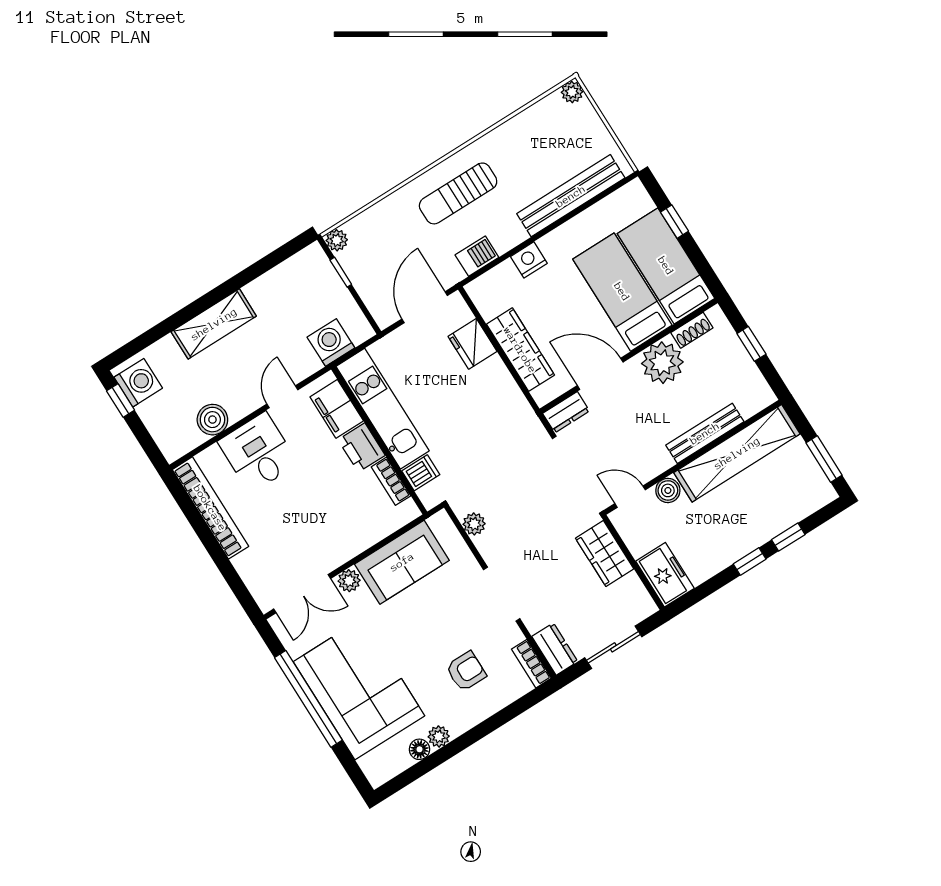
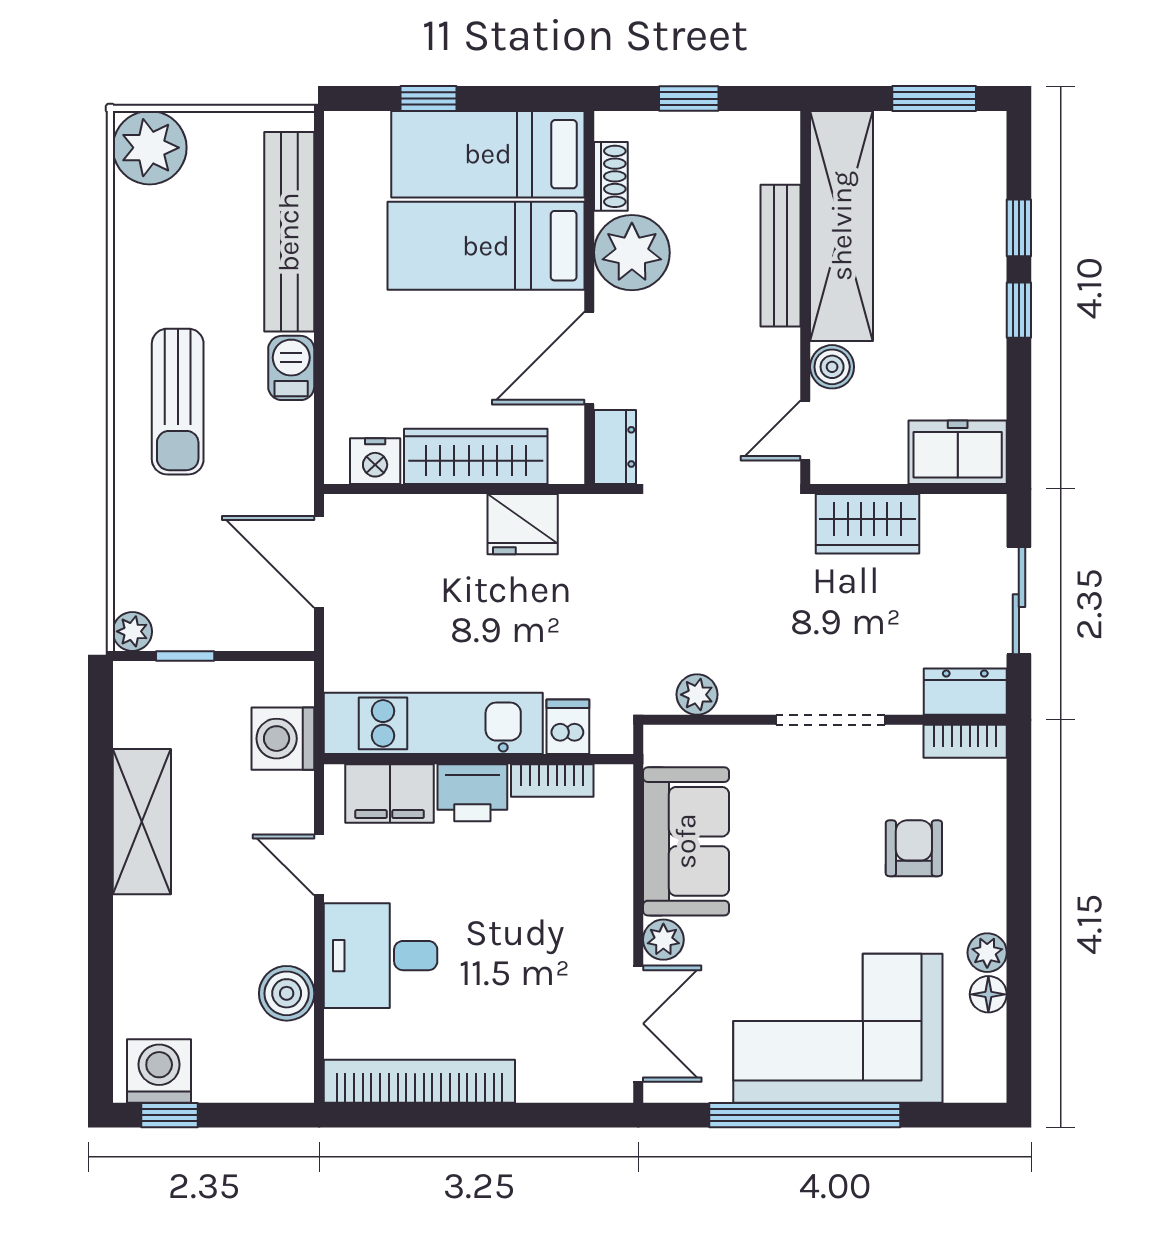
plant: (572, 92) -> (150, 148), width x1.87, depth x1.87
barbecue: (477, 256) -> (291, 368), moved
nightstand: (529, 260) -> (375, 461), moved, turned -90
shelving: (214, 324) -> (142, 822), moved
fridge: (472, 344) -> (523, 524), moved

